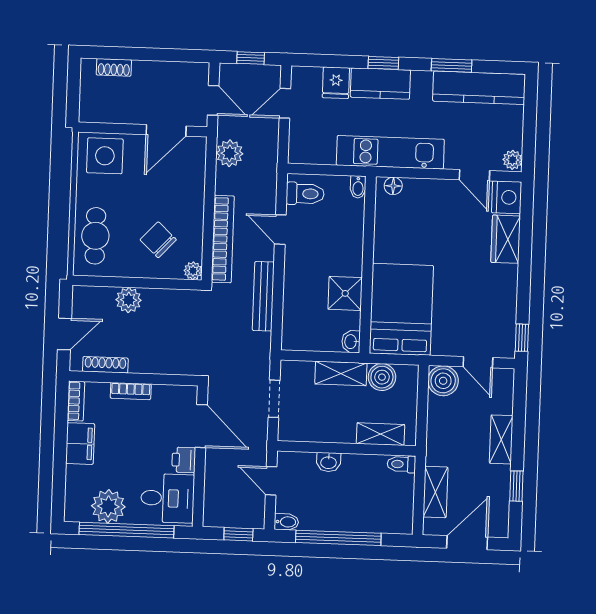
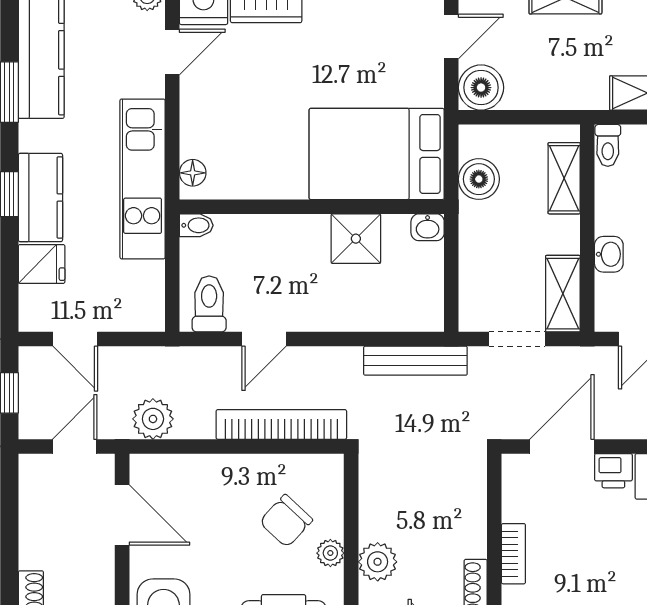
plant: (193, 271) -> (330, 553), moved
bench: (263, 296) -> (415, 361), moved
shelving: (341, 373) -> (563, 294), moved

